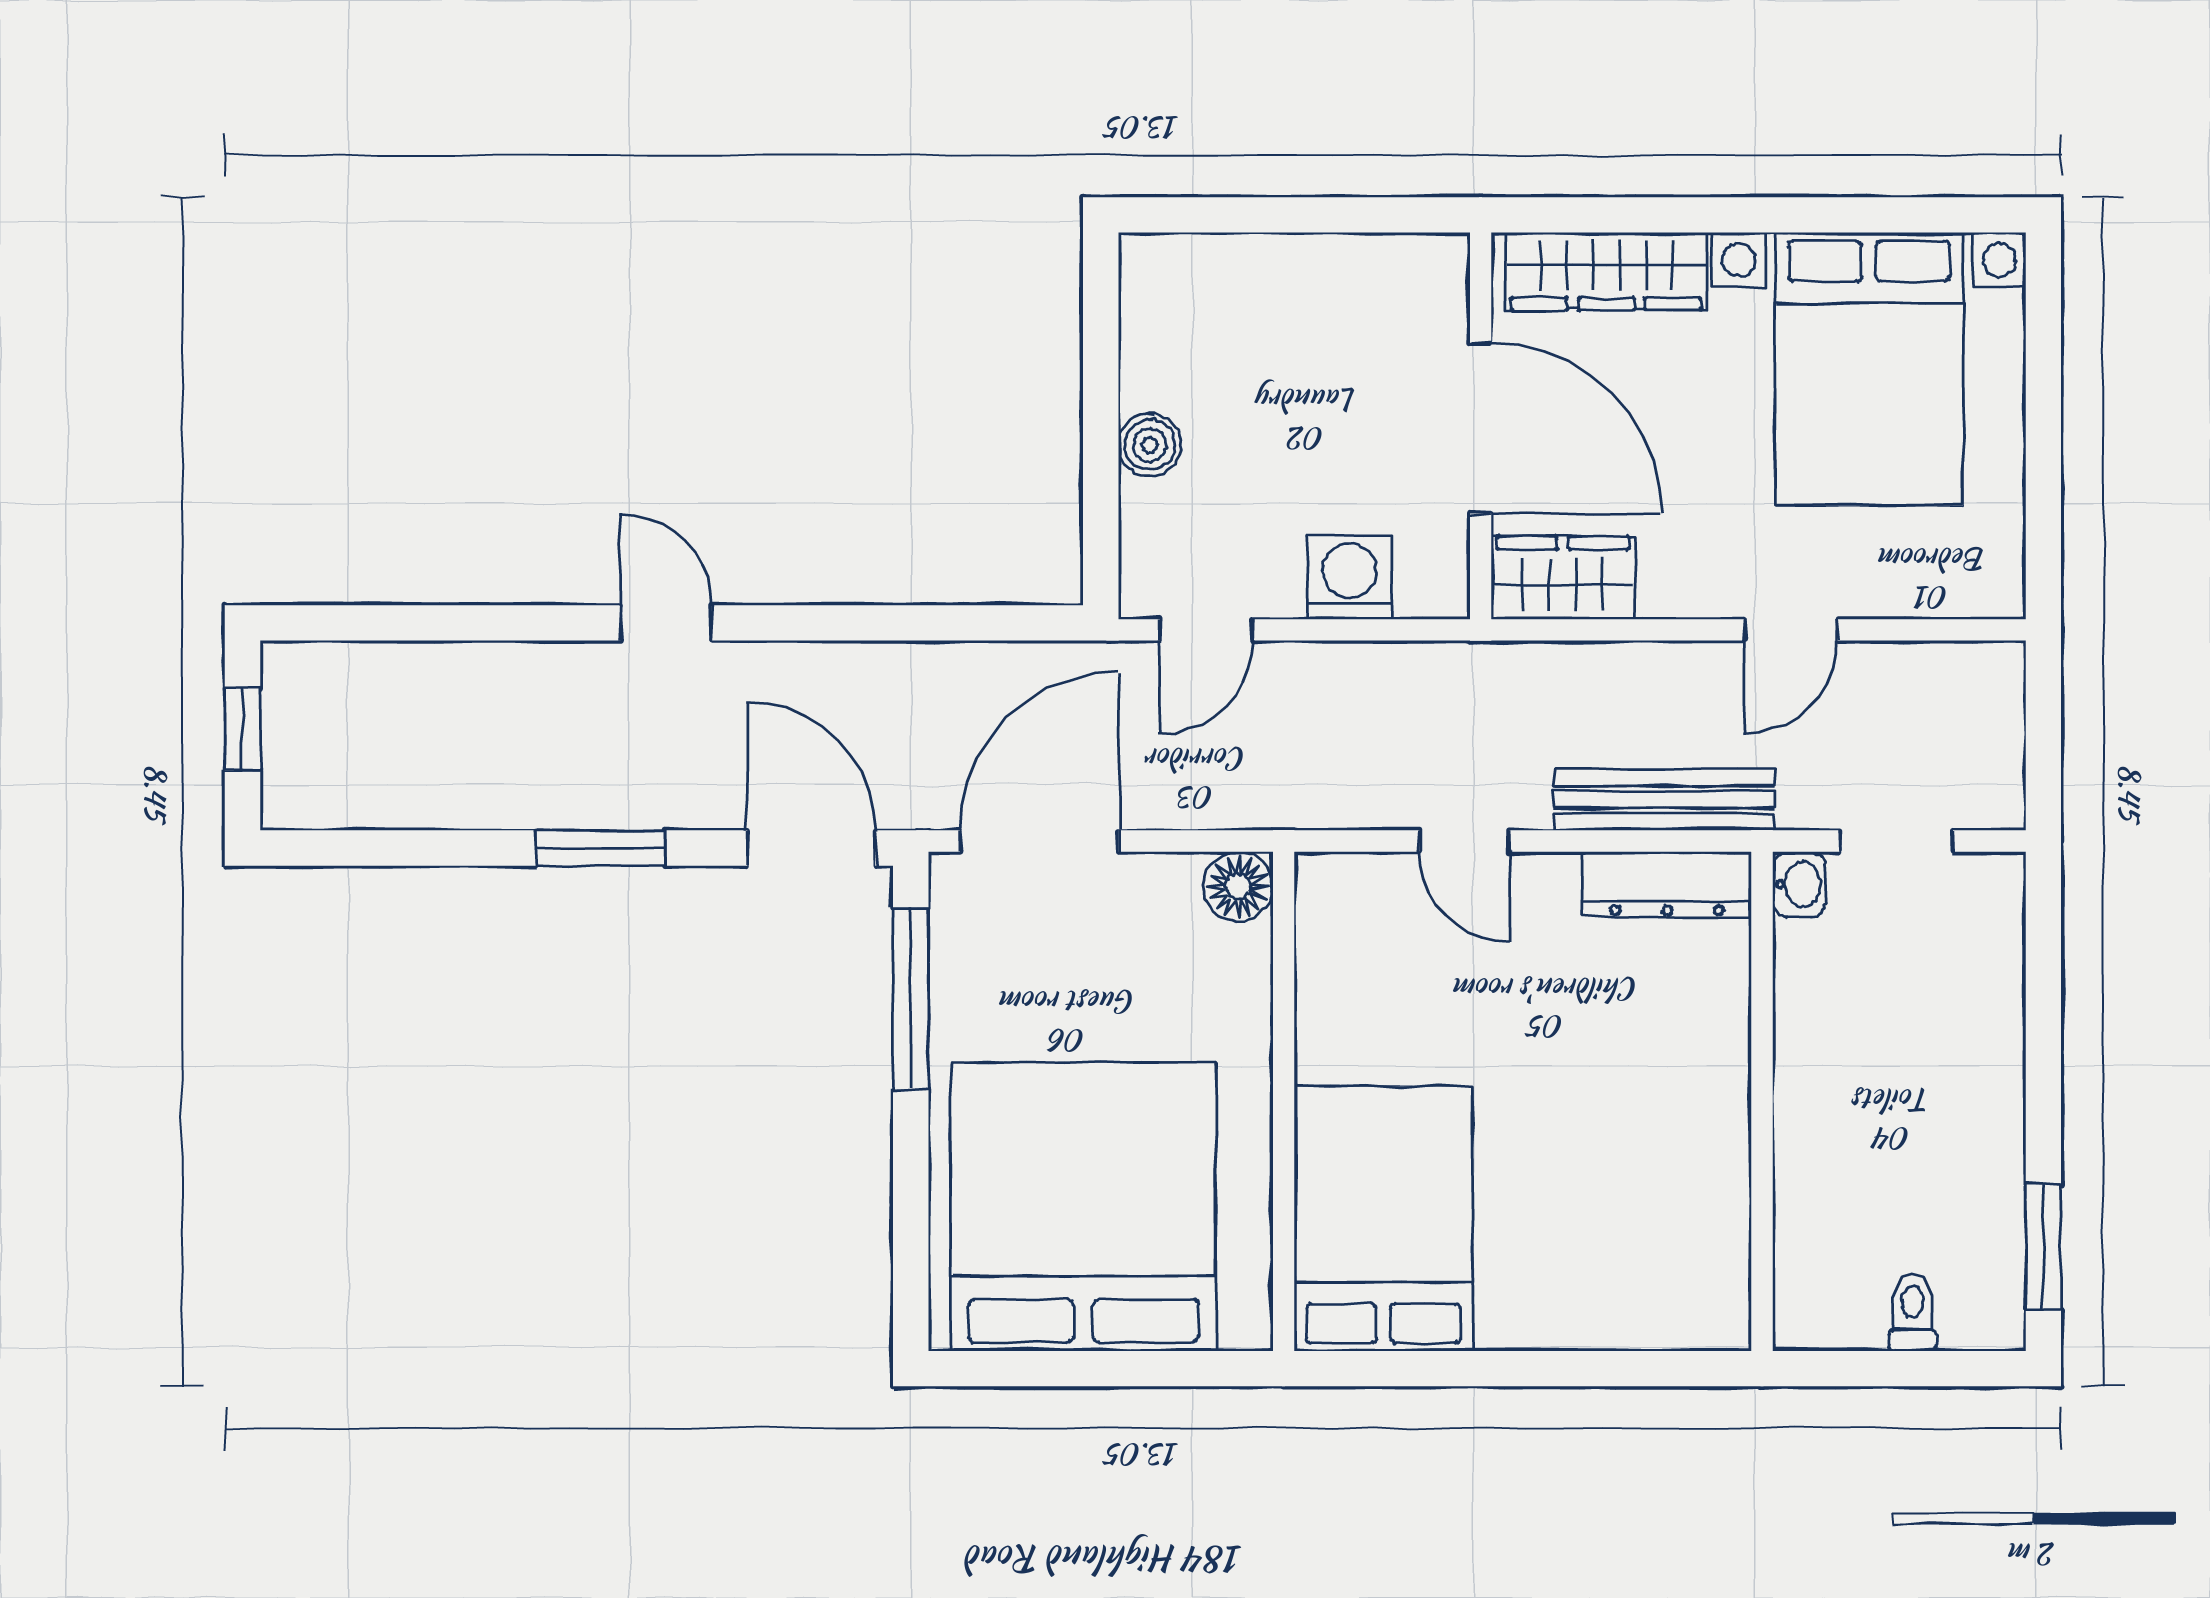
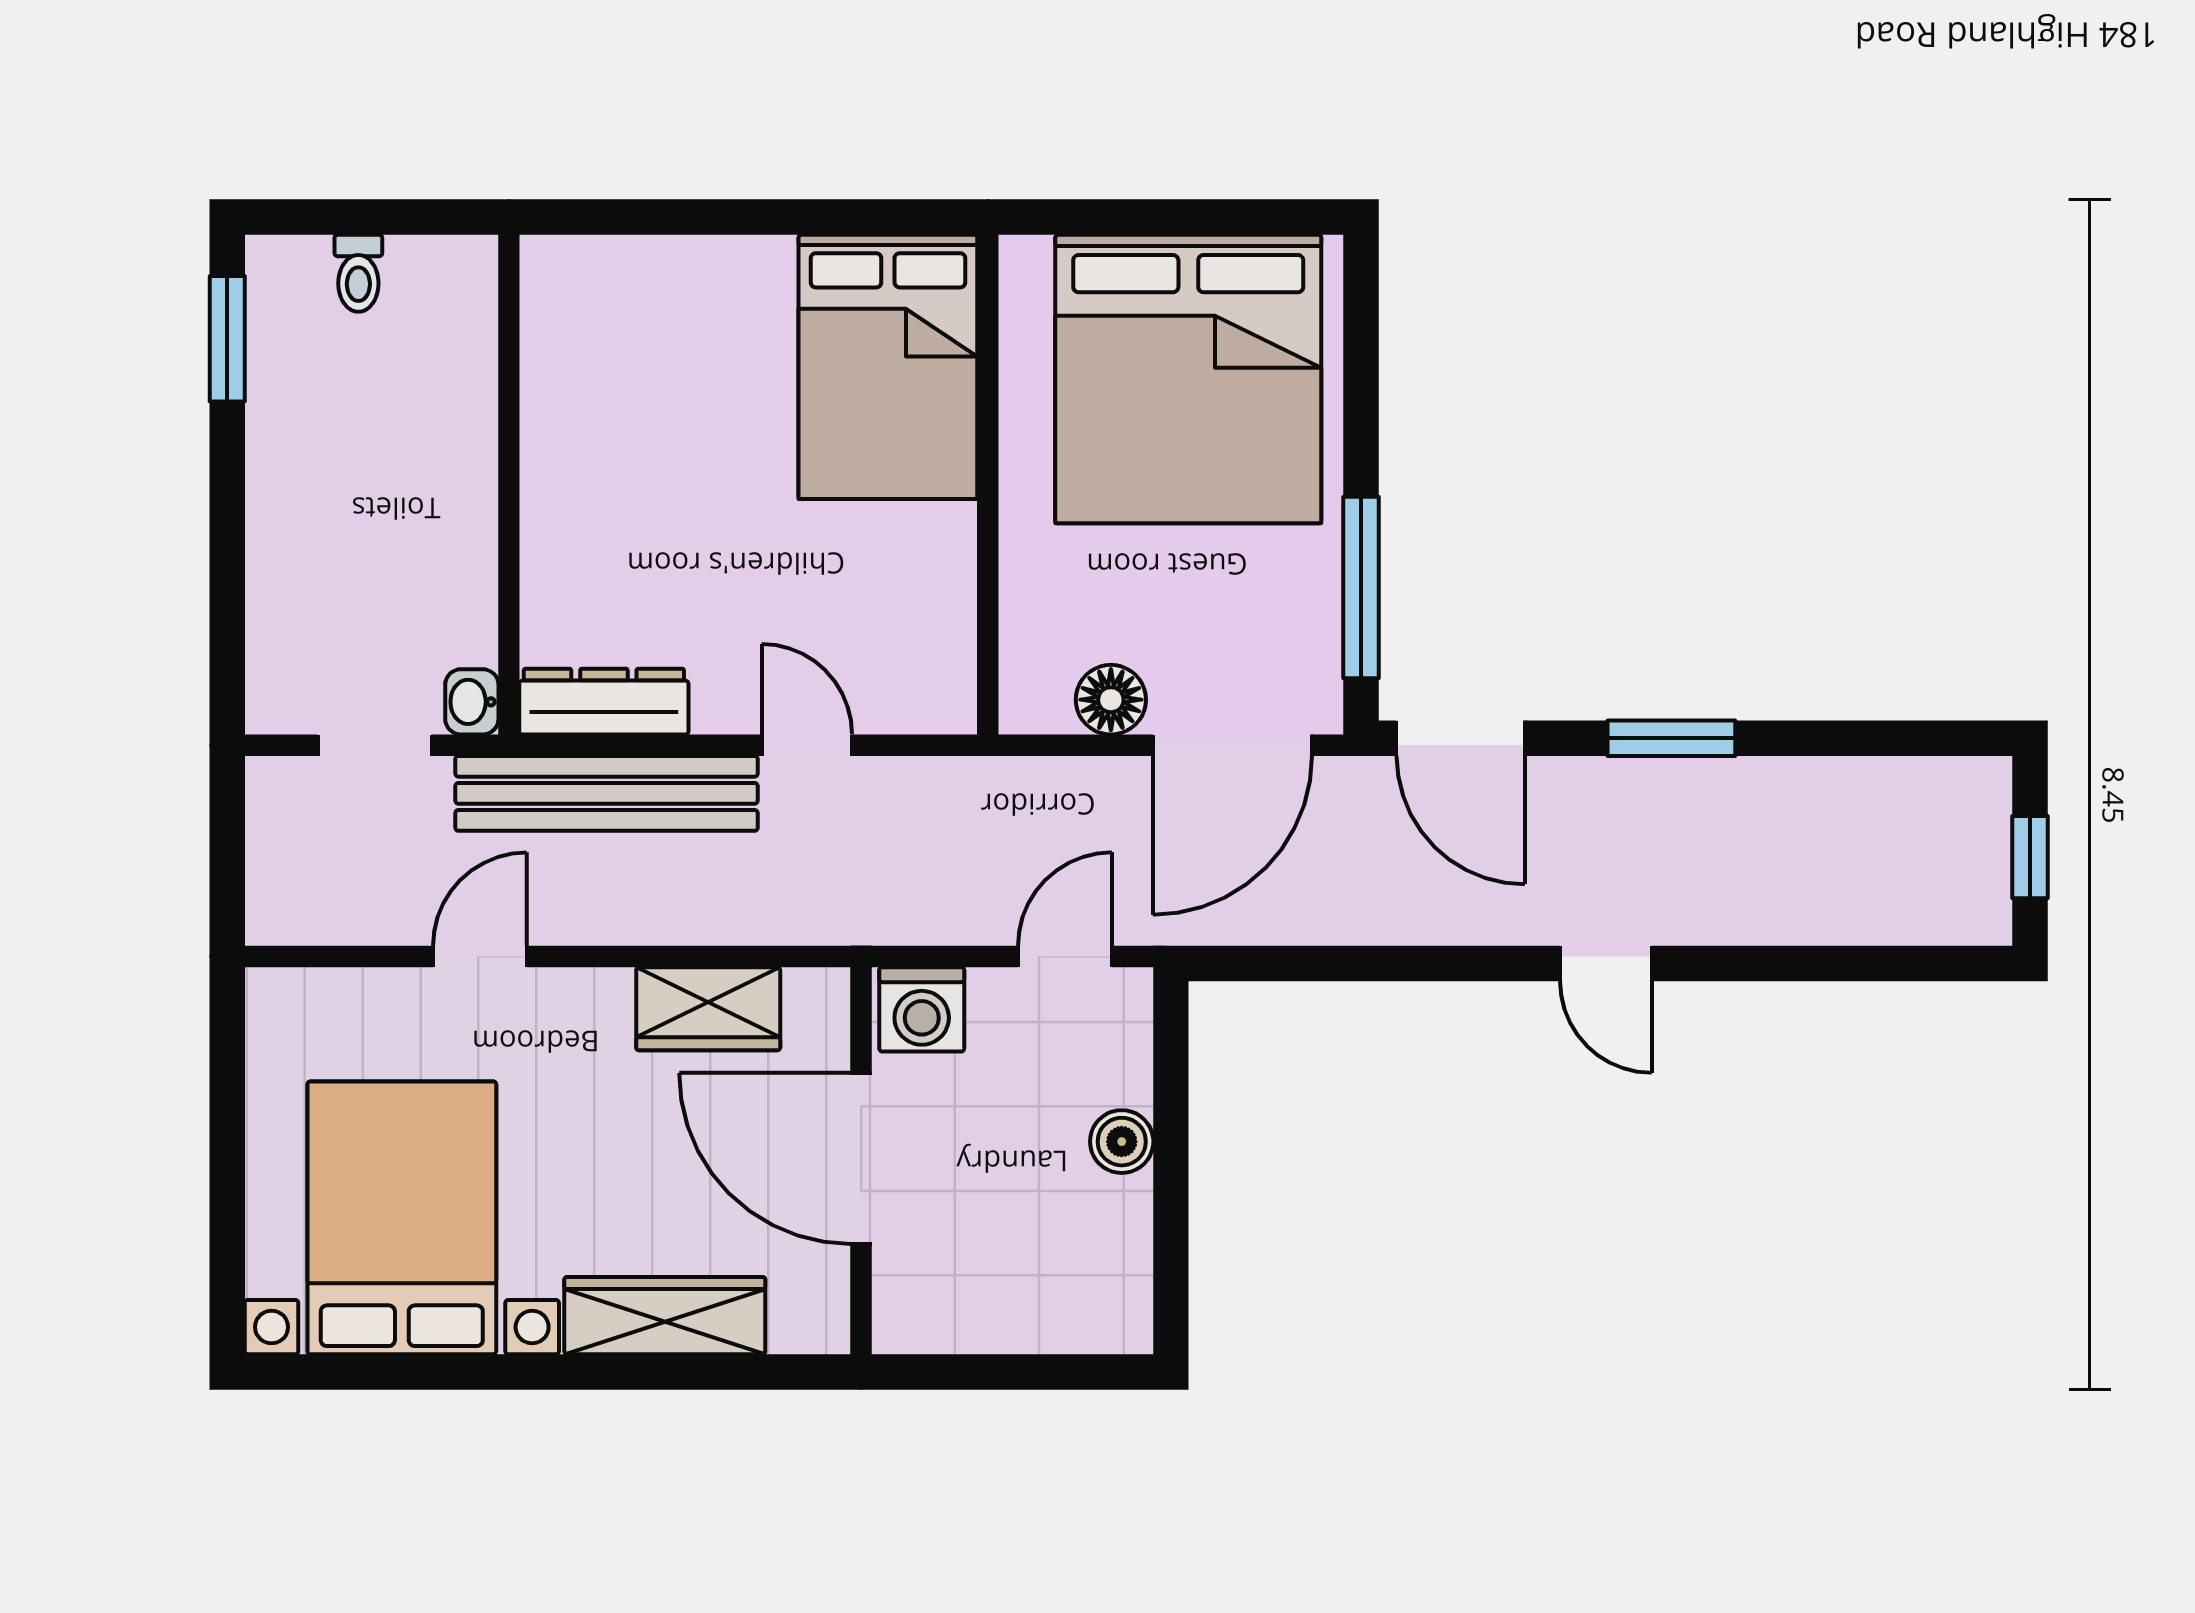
wall: (1481, 426) -> (861, 1161), moved
door: (1481, 428) -> (861, 1158), moved
bench: (1664, 800) -> (607, 793), width x1.37, depth x1.21
floor lamp: (1238, 886) -> (1111, 700), moved

